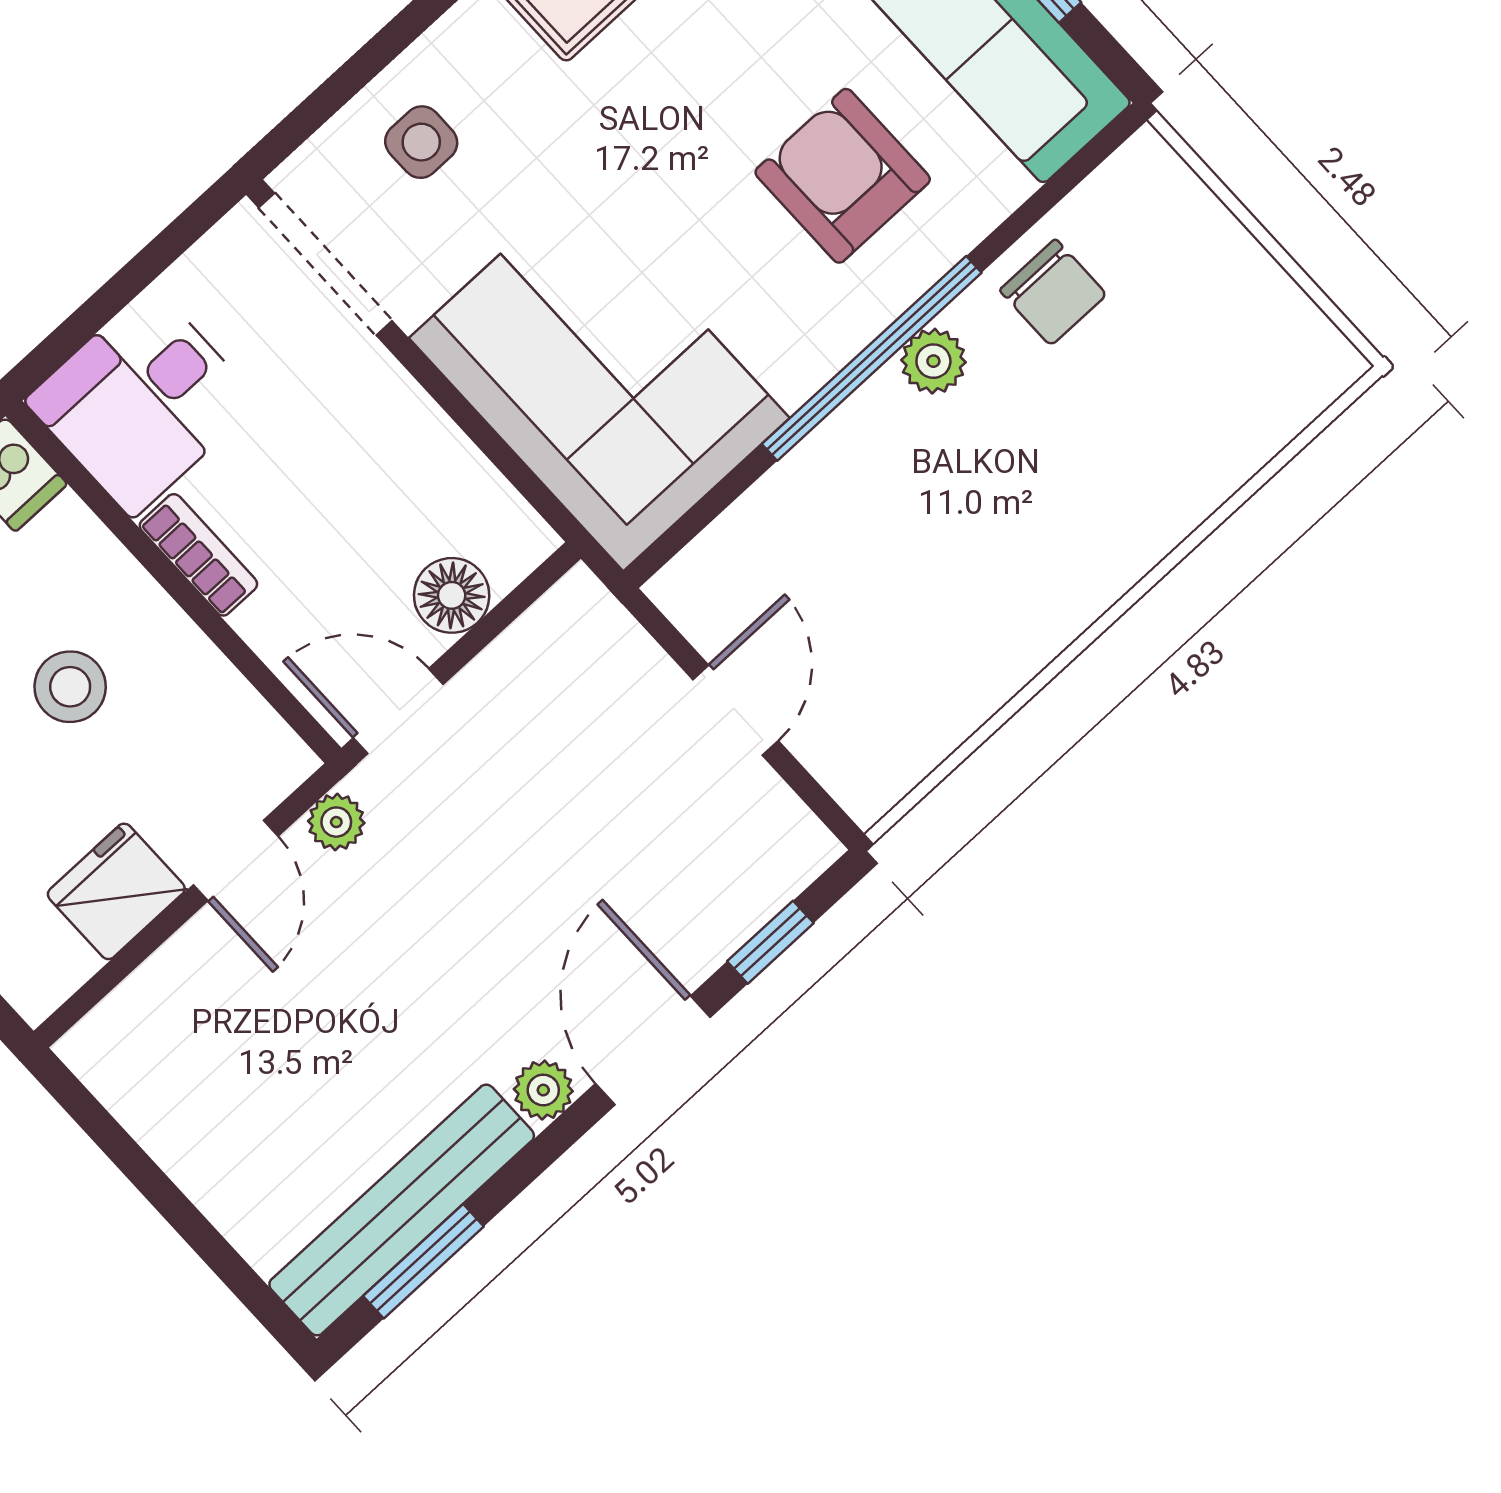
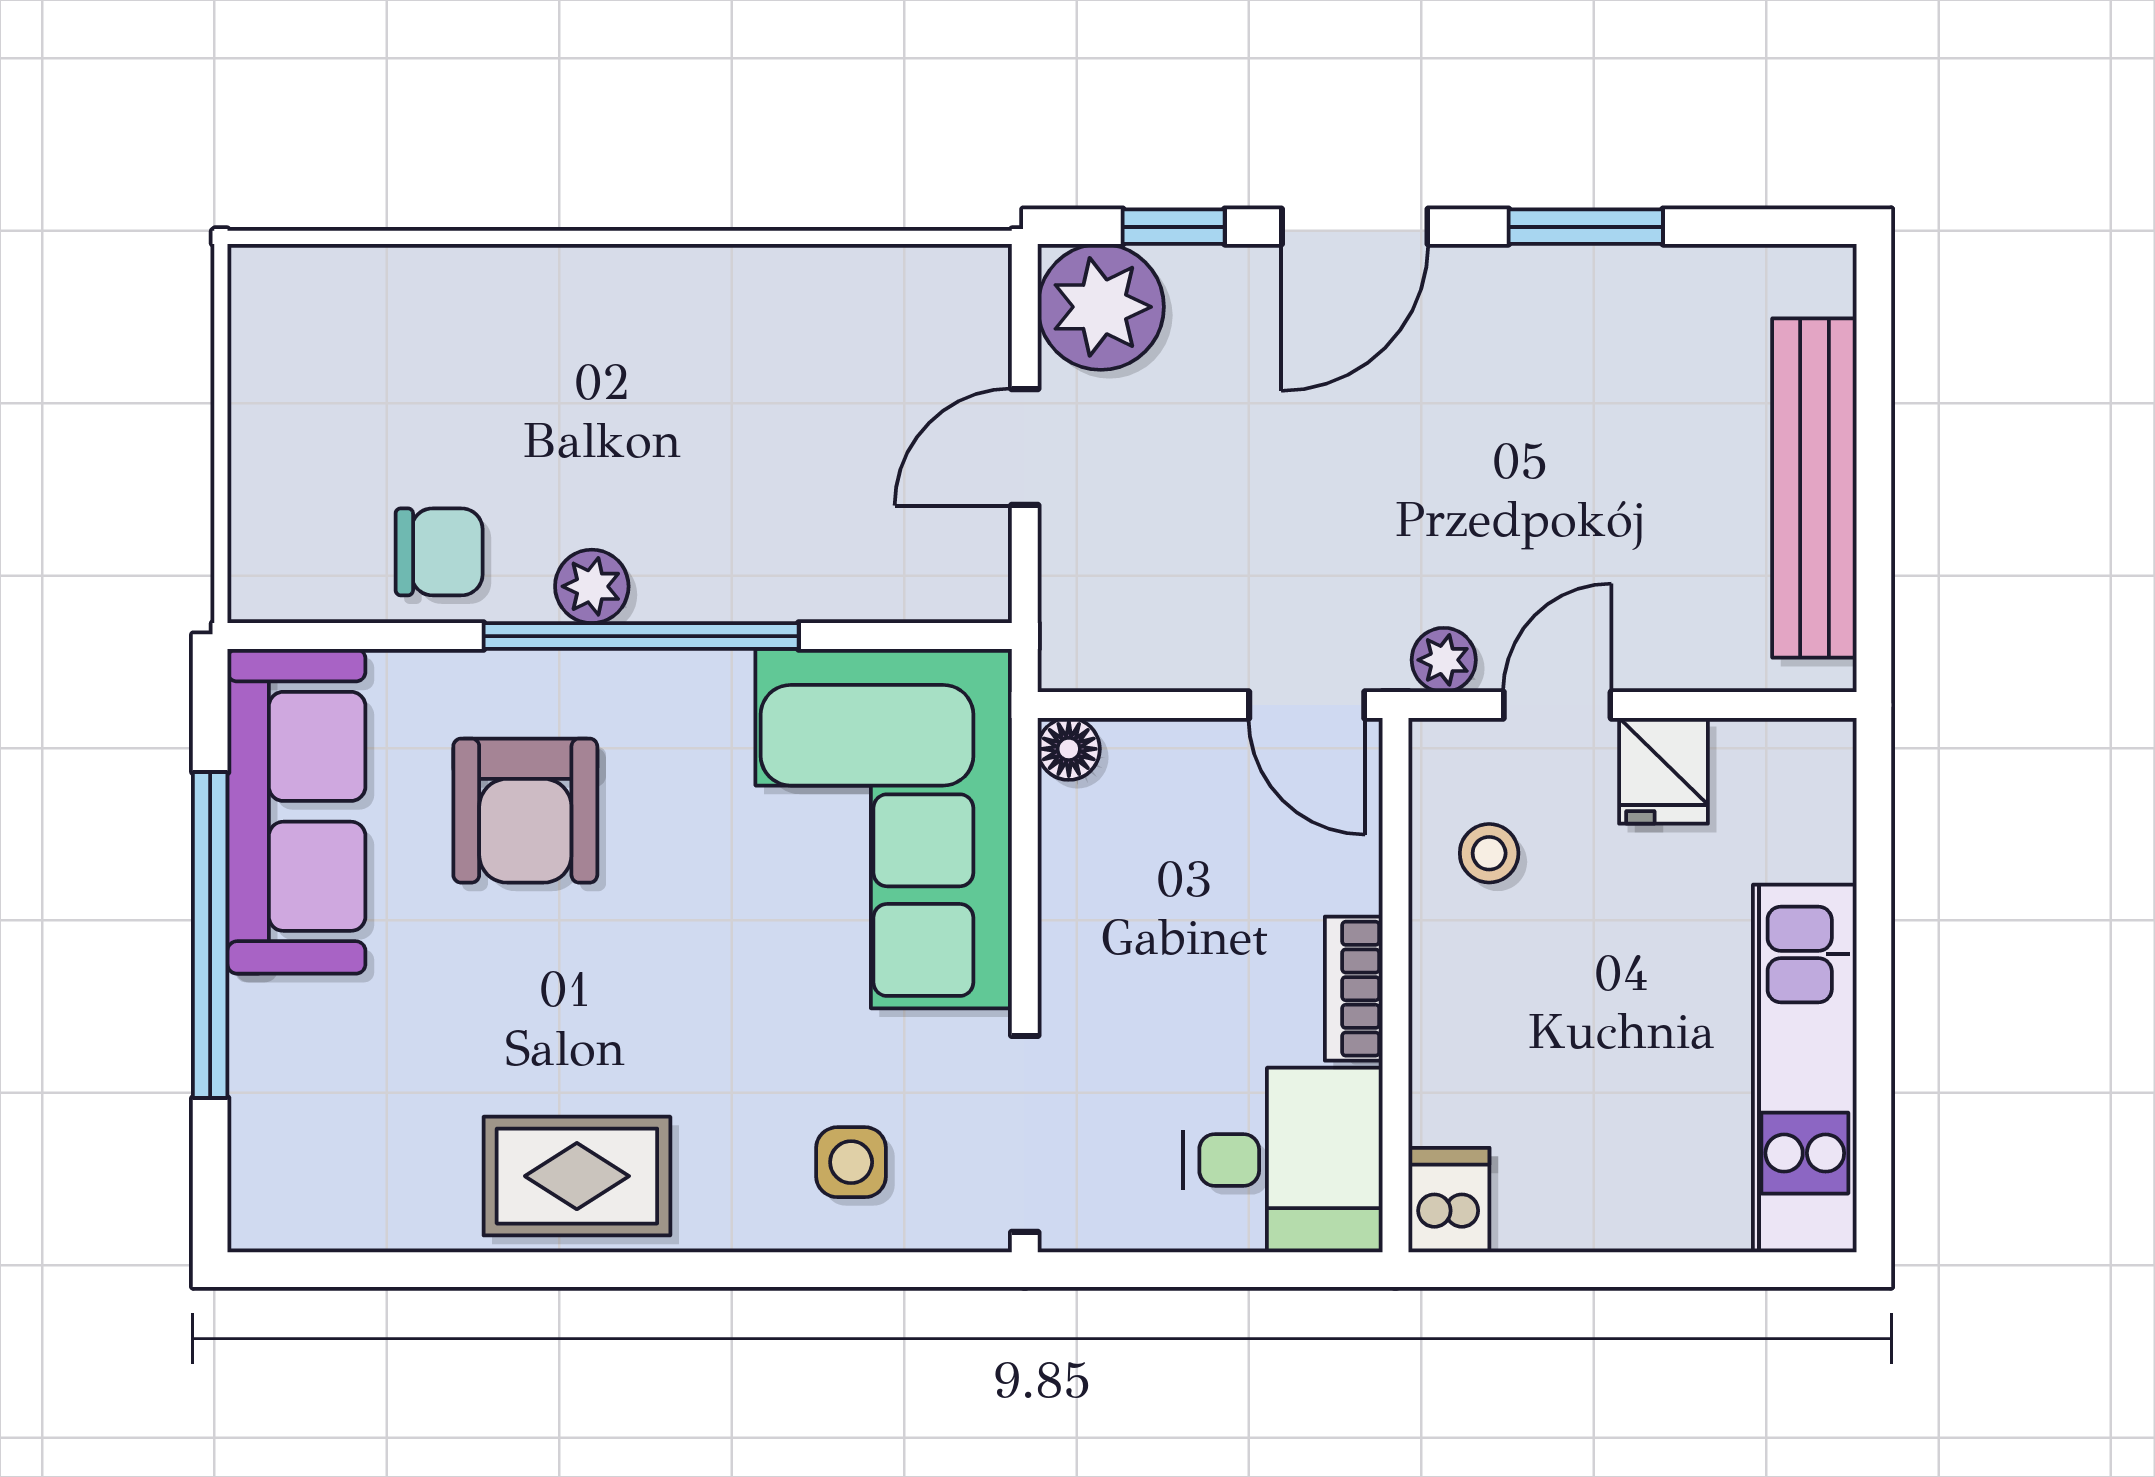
chair: (1053, 292) -> (439, 552), turned 90
floor lamp: (452, 595) -> (1069, 749), moved, width x0.73, depth x0.73
stool: (70, 687) -> (1489, 853), moved, width x0.73, depth x0.73
fridge: (116, 891) -> (1663, 771), width x0.72
plant: (543, 1090) -> (1101, 307), moved, width x1.87, depth x1.87
bench: (402, 1210) -> (1814, 488), moved, turned 90
window: (423, 1261) -> (1586, 227), moved

